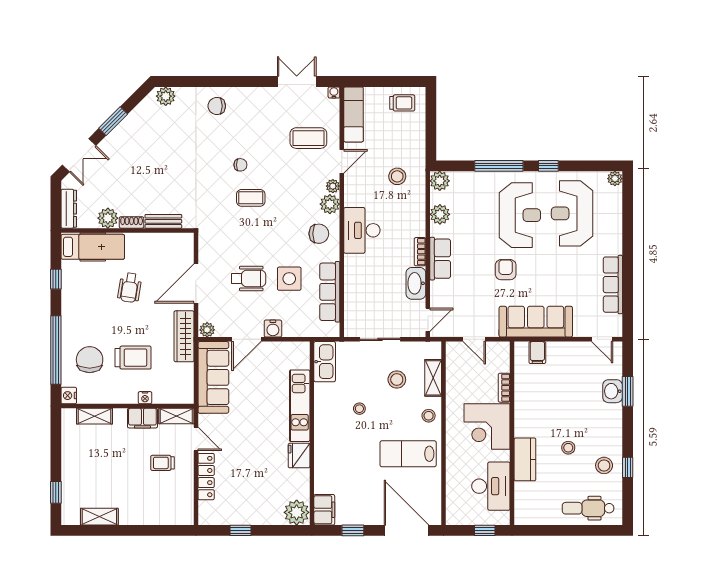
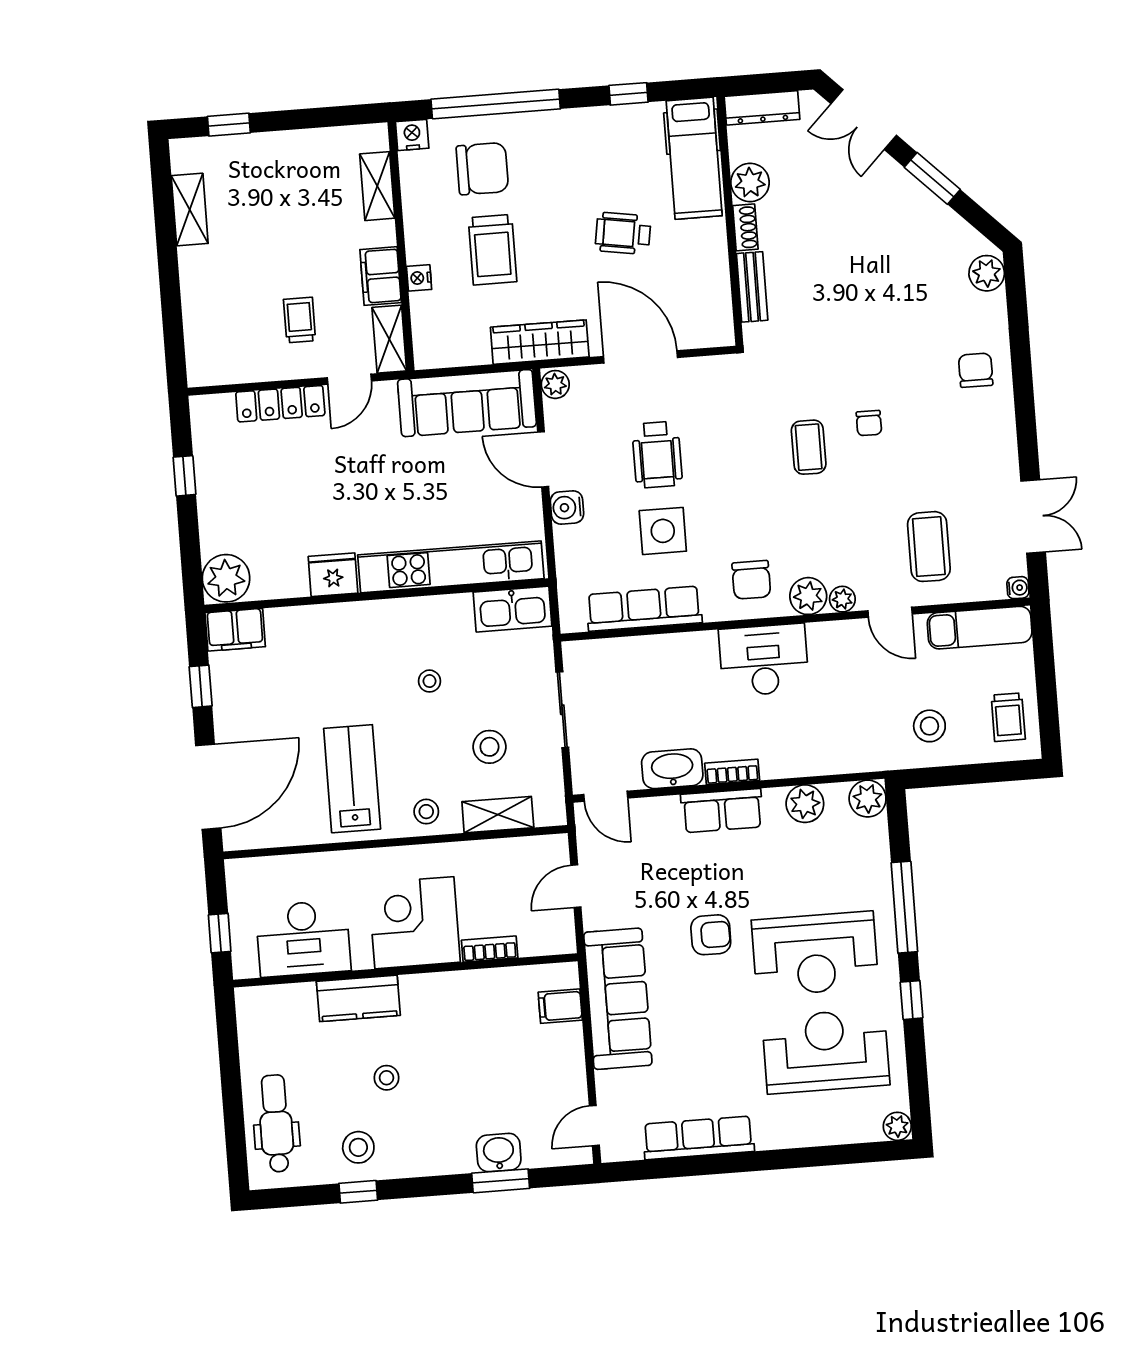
stool: (397, 176) -> (929, 726), moved
kitchen unit: (300, 406) -> (451, 567), width x1.36

